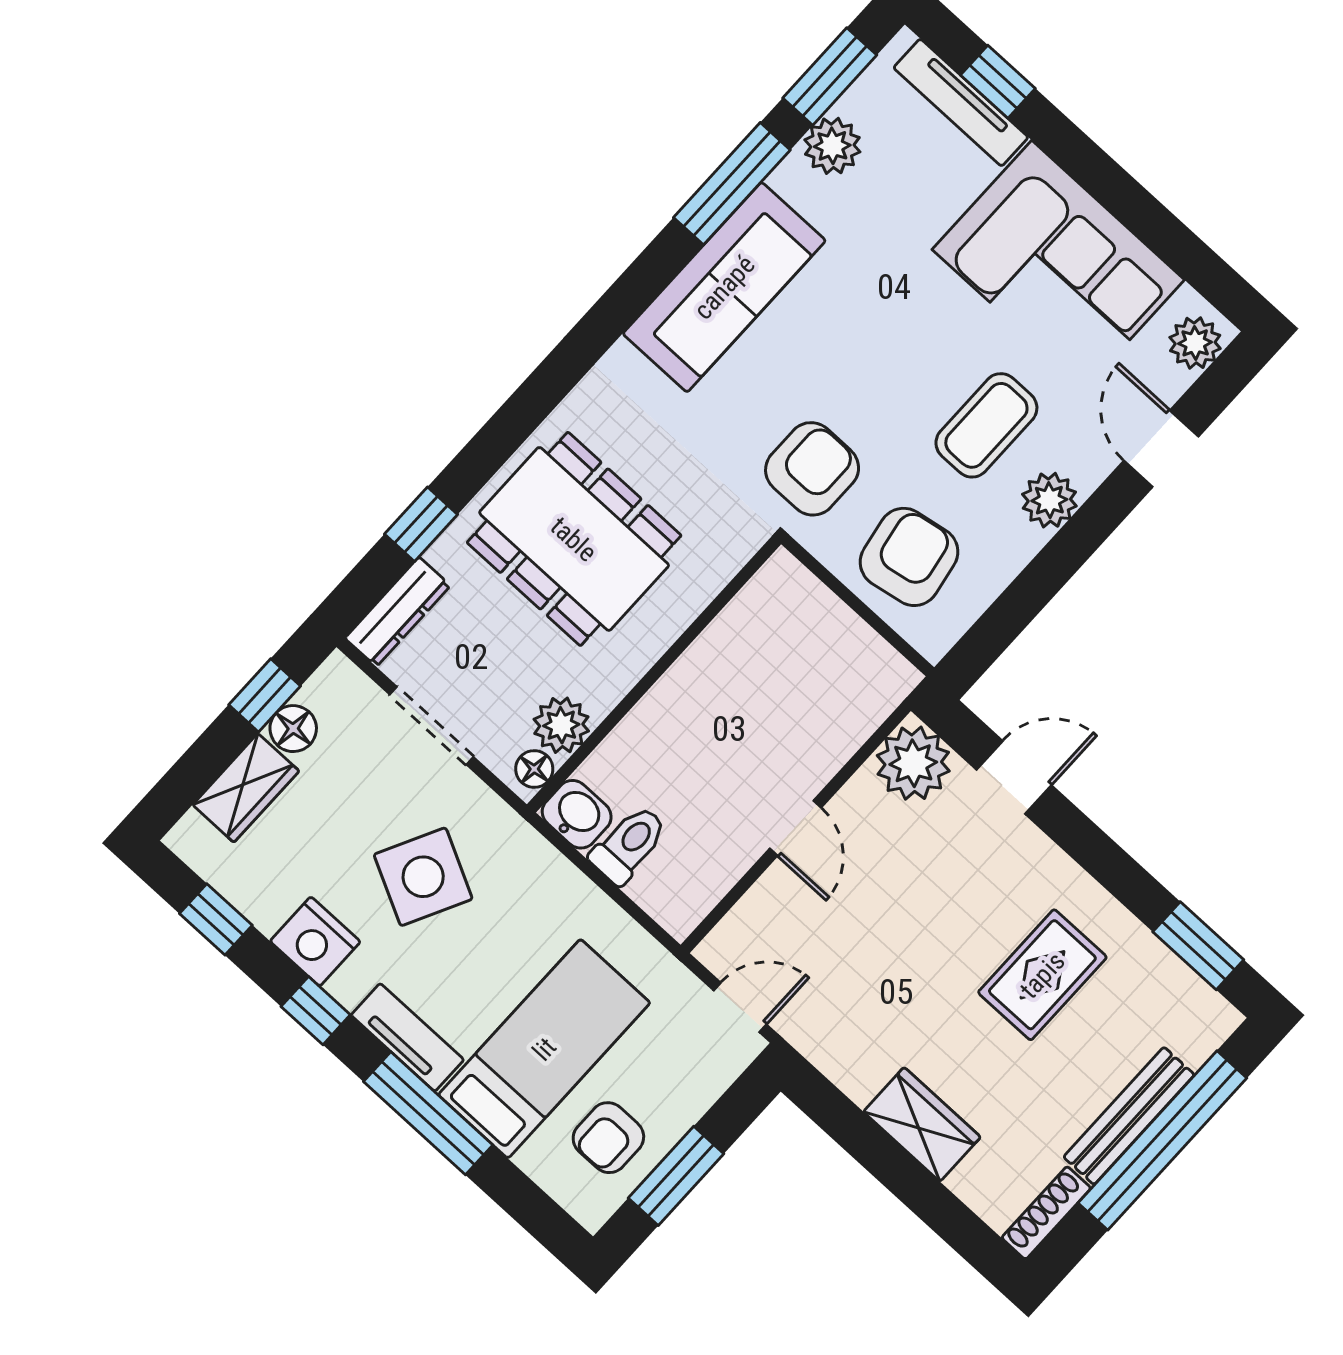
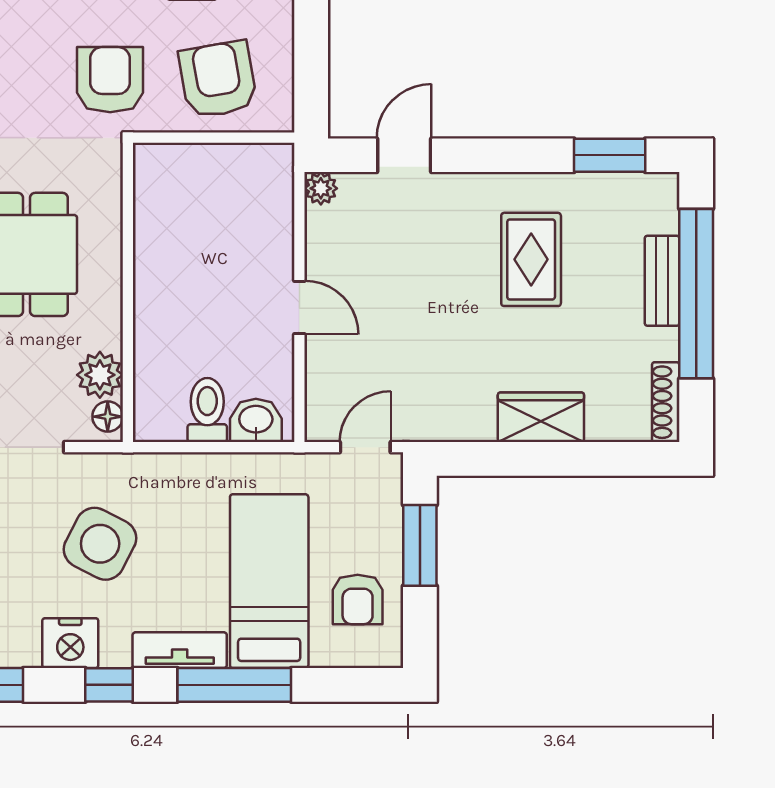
plant: (913, 763) -> (321, 188), width x0.53, depth x0.53
washbasin: (577, 814) -> (256, 420), moved
bench: (1129, 1116) -> (662, 281), width x0.73
window: (676, 1176) -> (420, 545), moved

